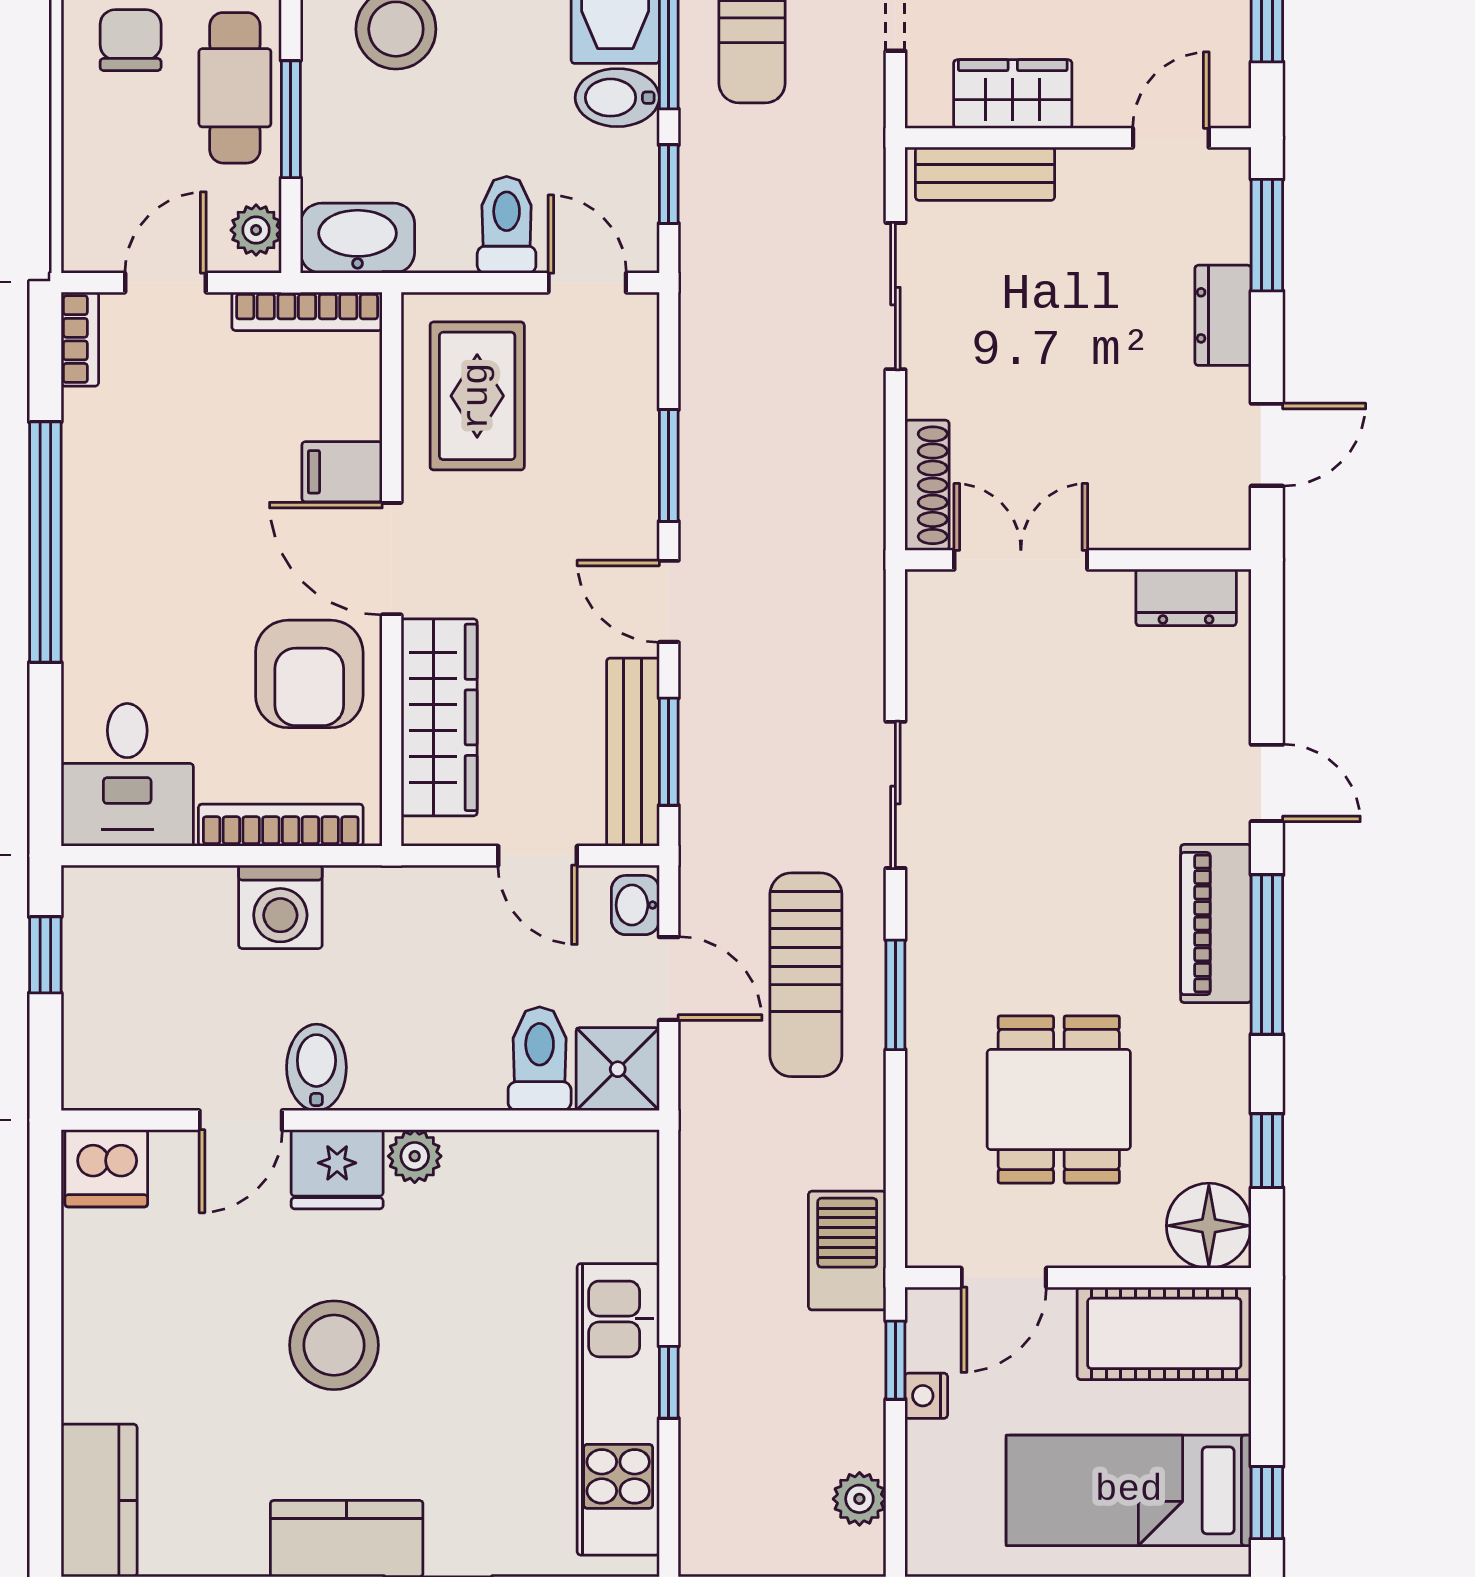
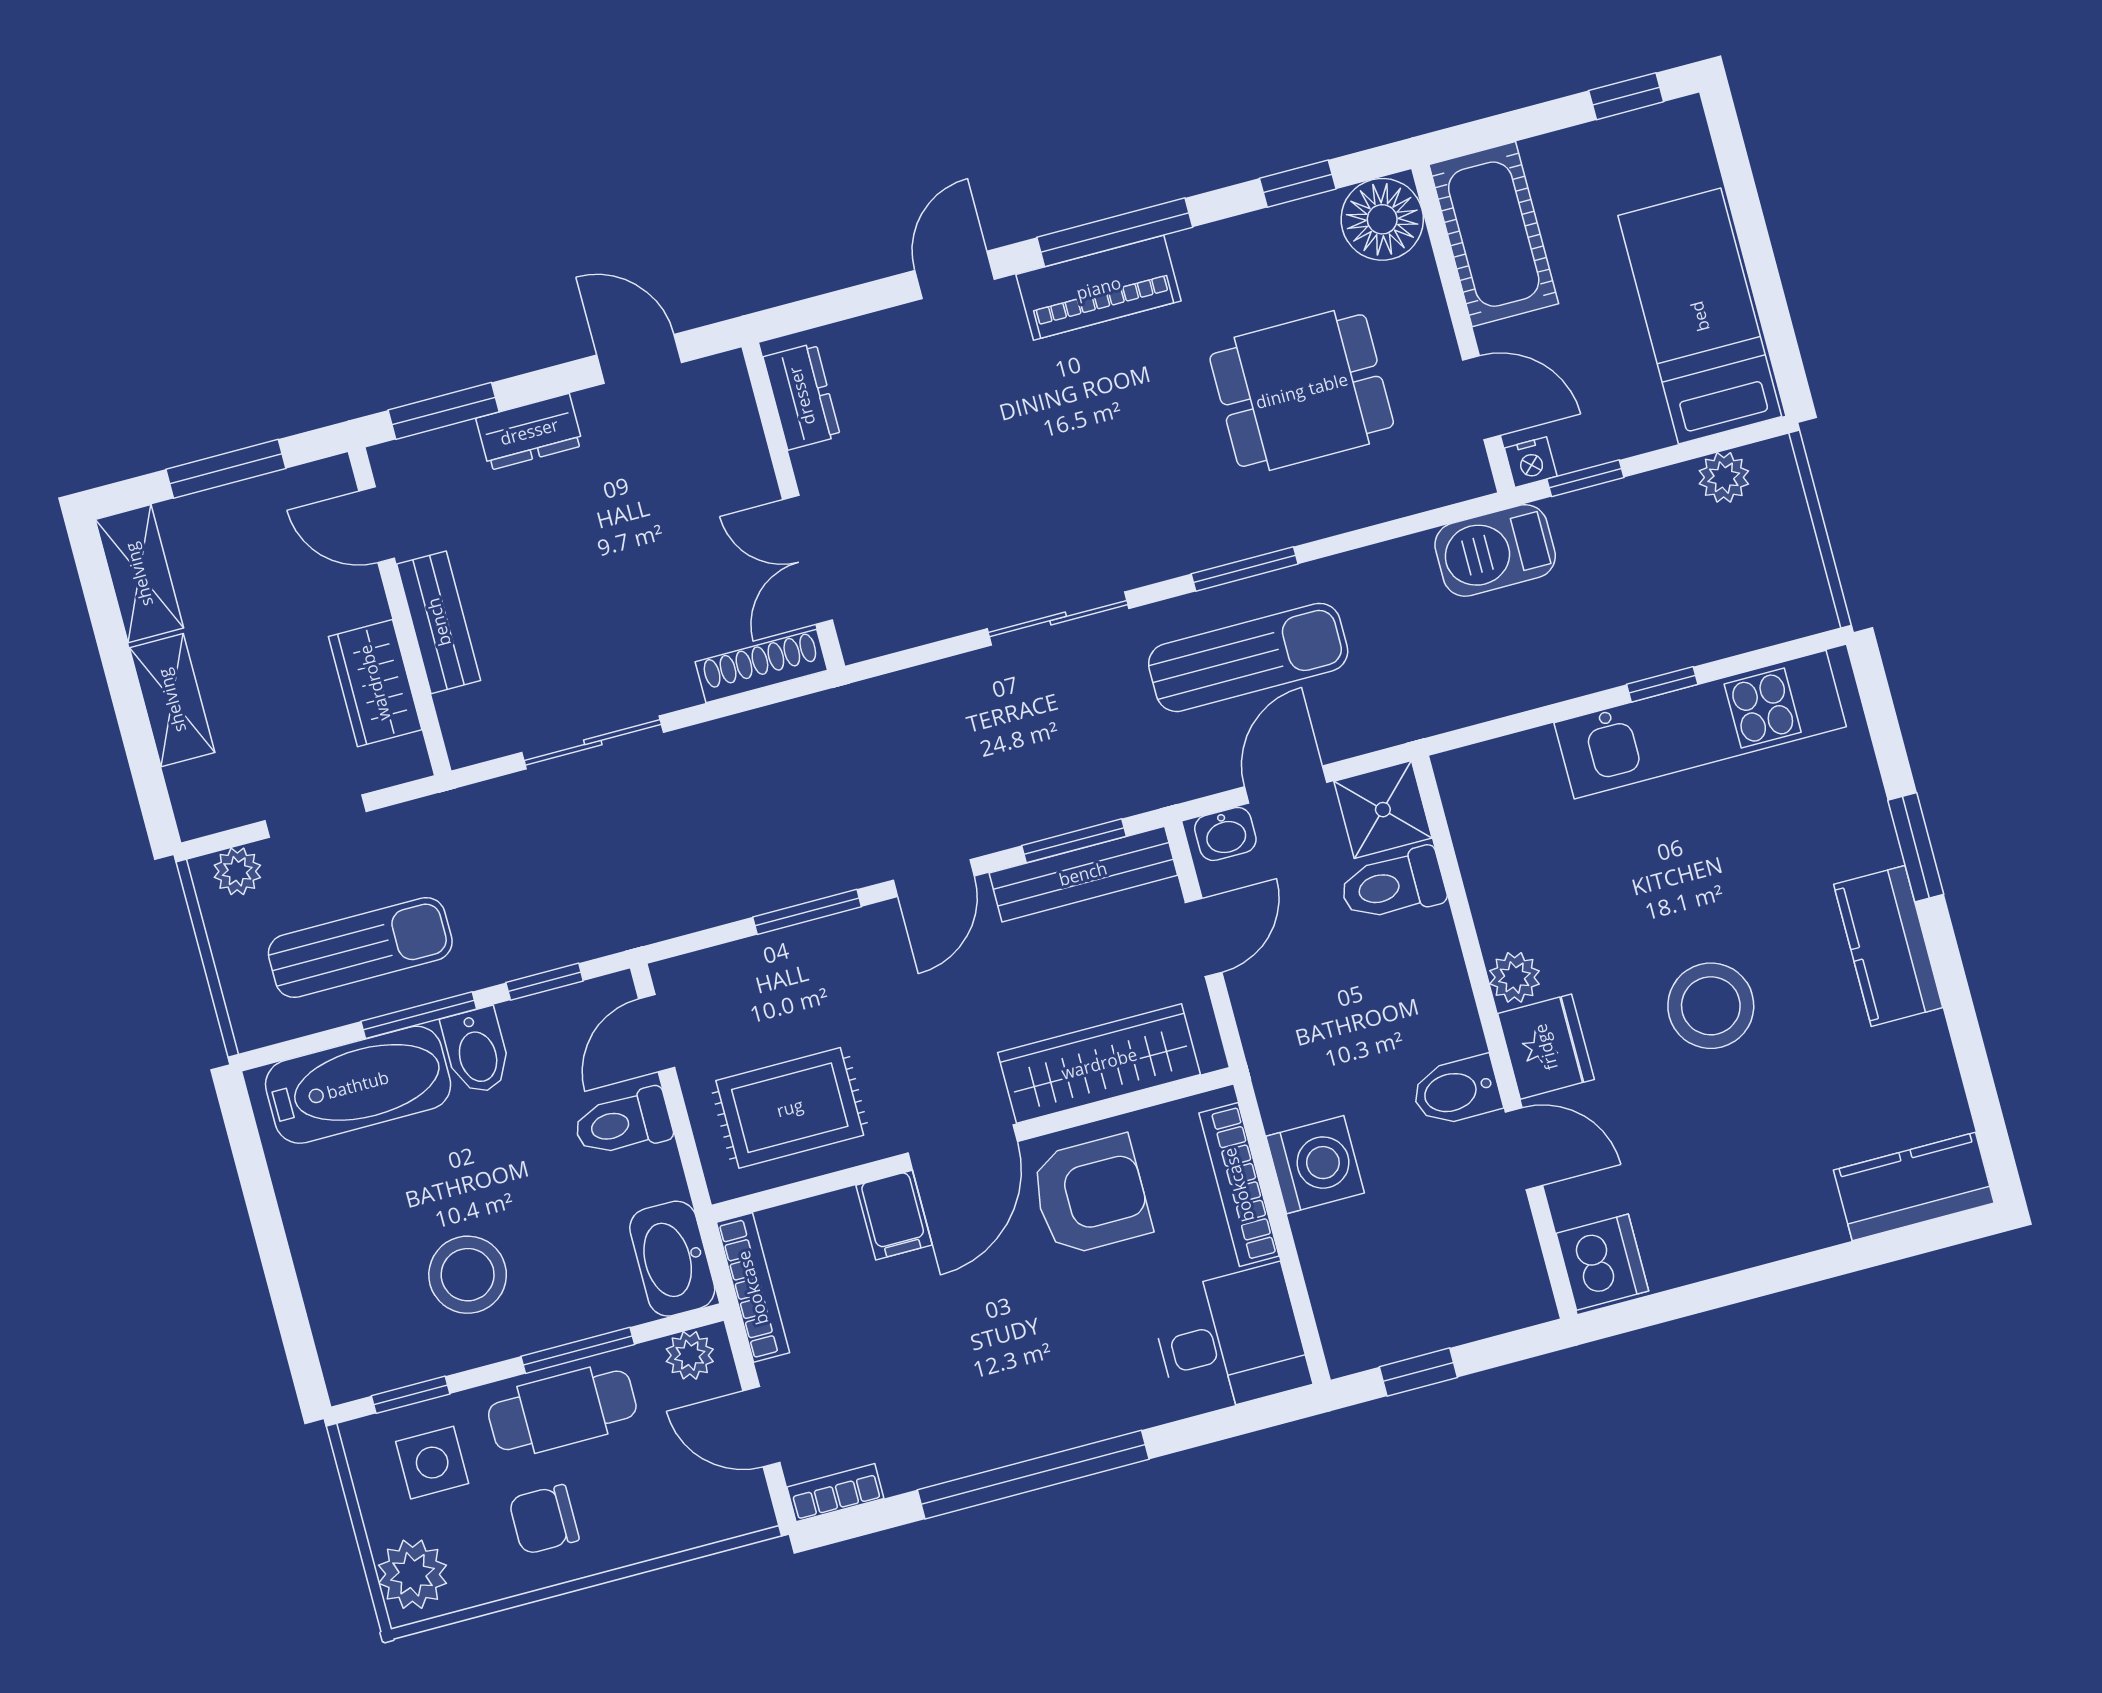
bench: (985, 174) -> (439, 622), moved
nightstand: (926, 1396) -> (1531, 462), moved
bed: (1129, 1490) -> (1700, 316), moved, turned 180

